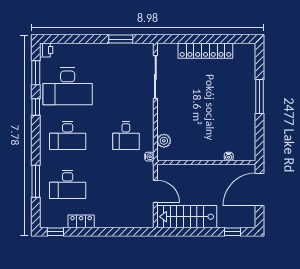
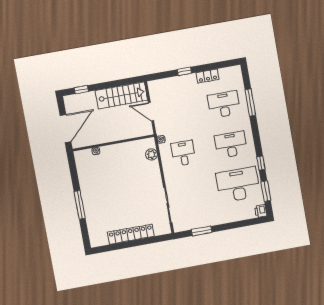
window: (55, 232) -> (184, 71), moved

